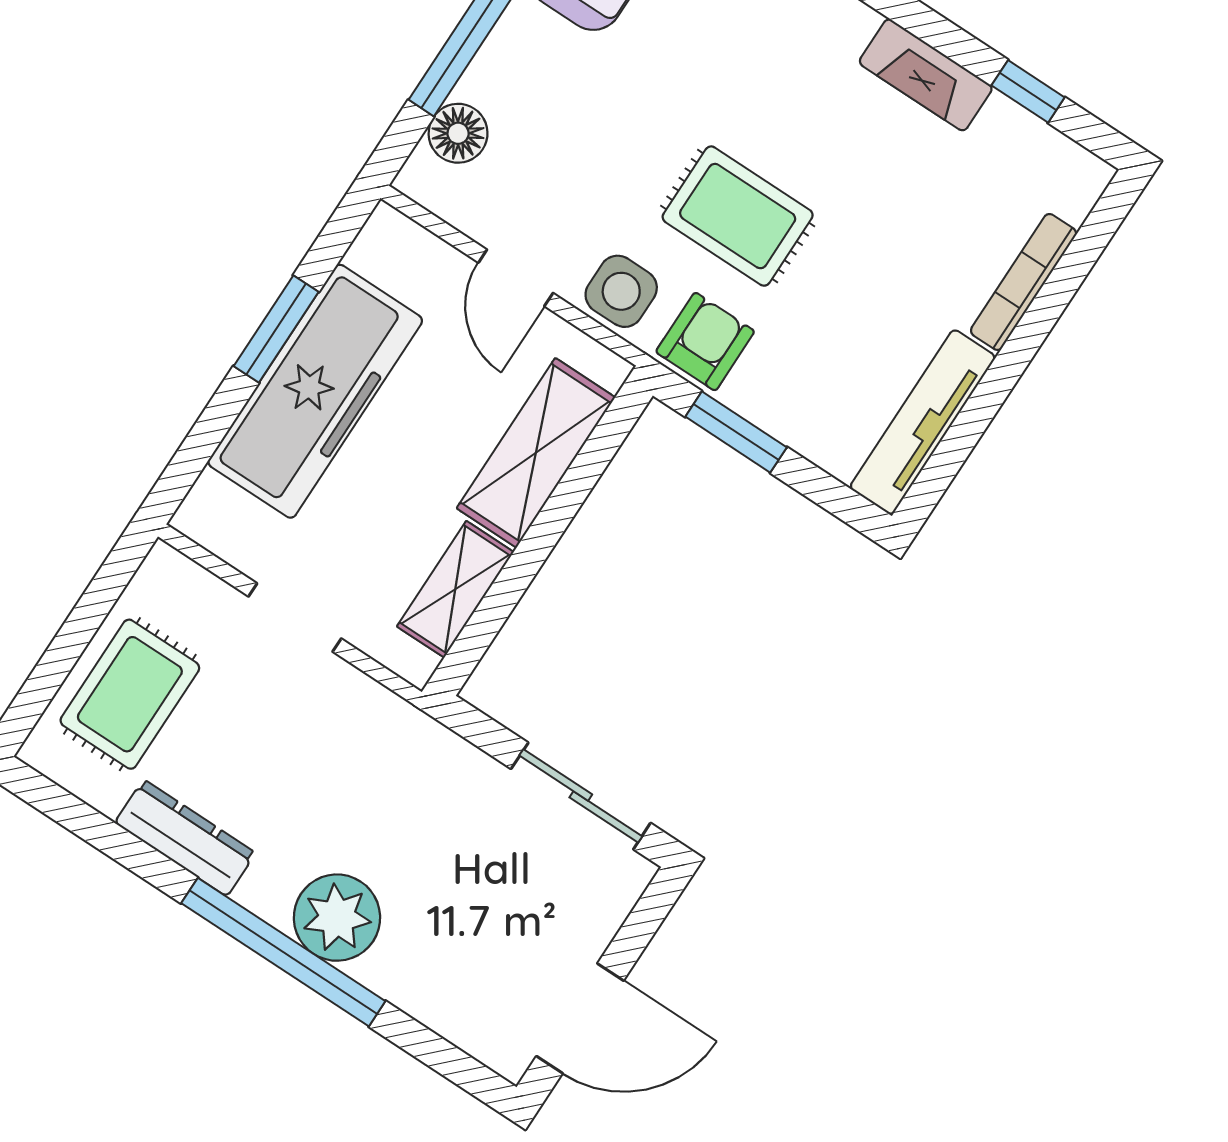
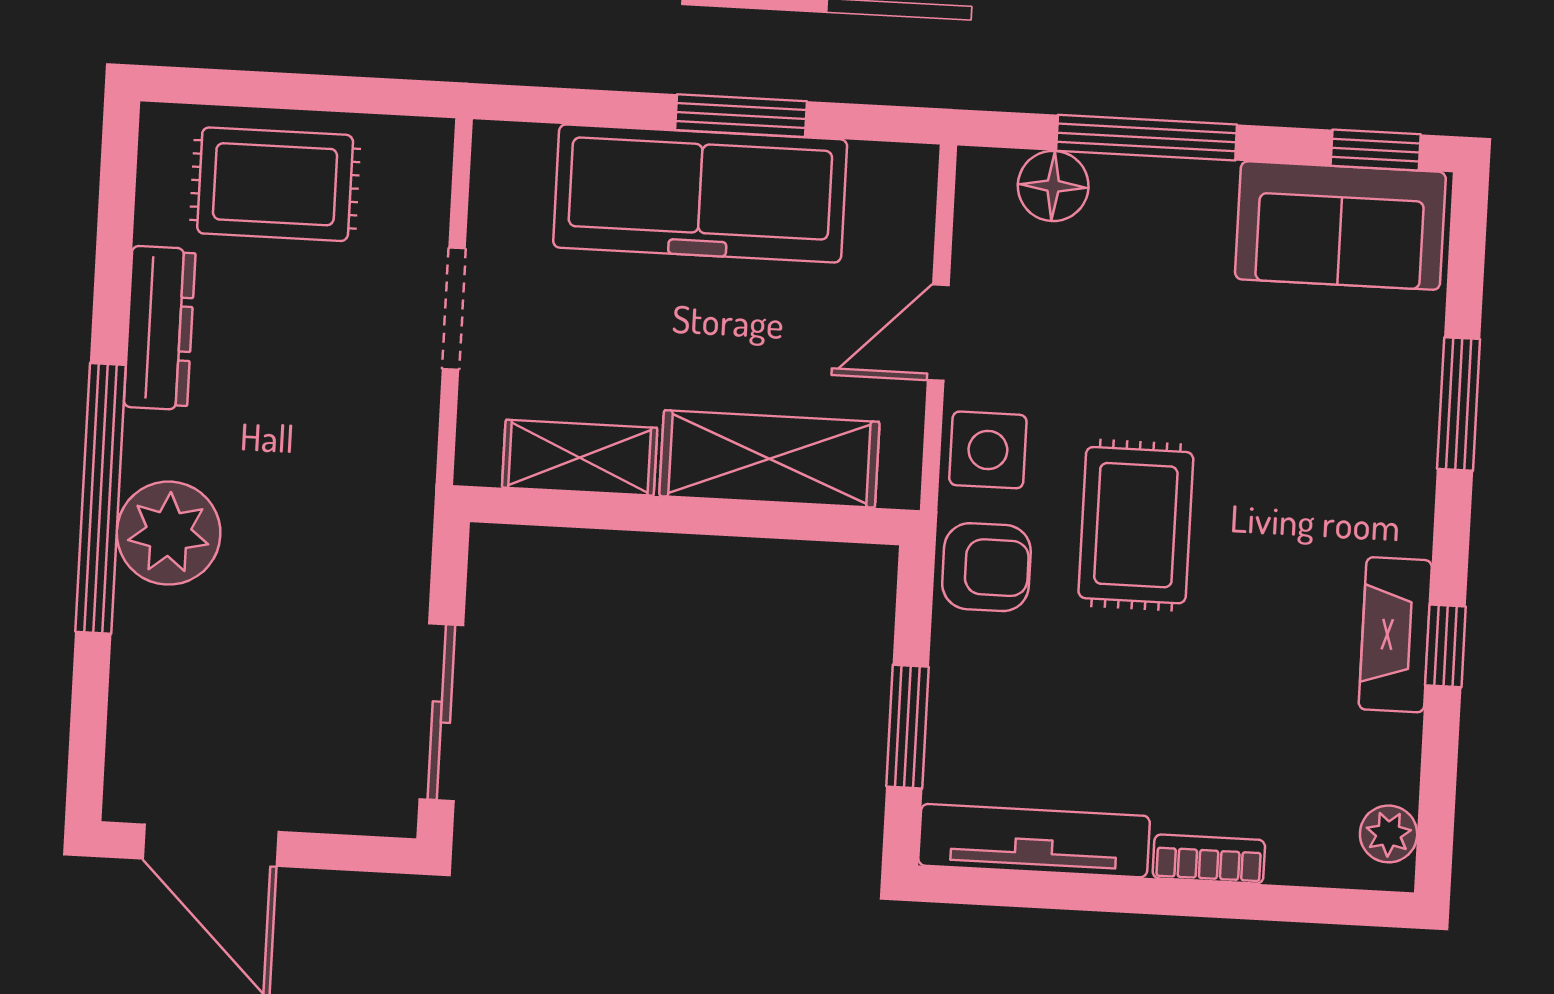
window: (1028, 91) -> (1445, 646), moved
plant: (1067, 163) -> (1389, 834), added
bookcase: (1024, 282) -> (1209, 859), width x0.64
window: (736, 432) -> (907, 727), moved

